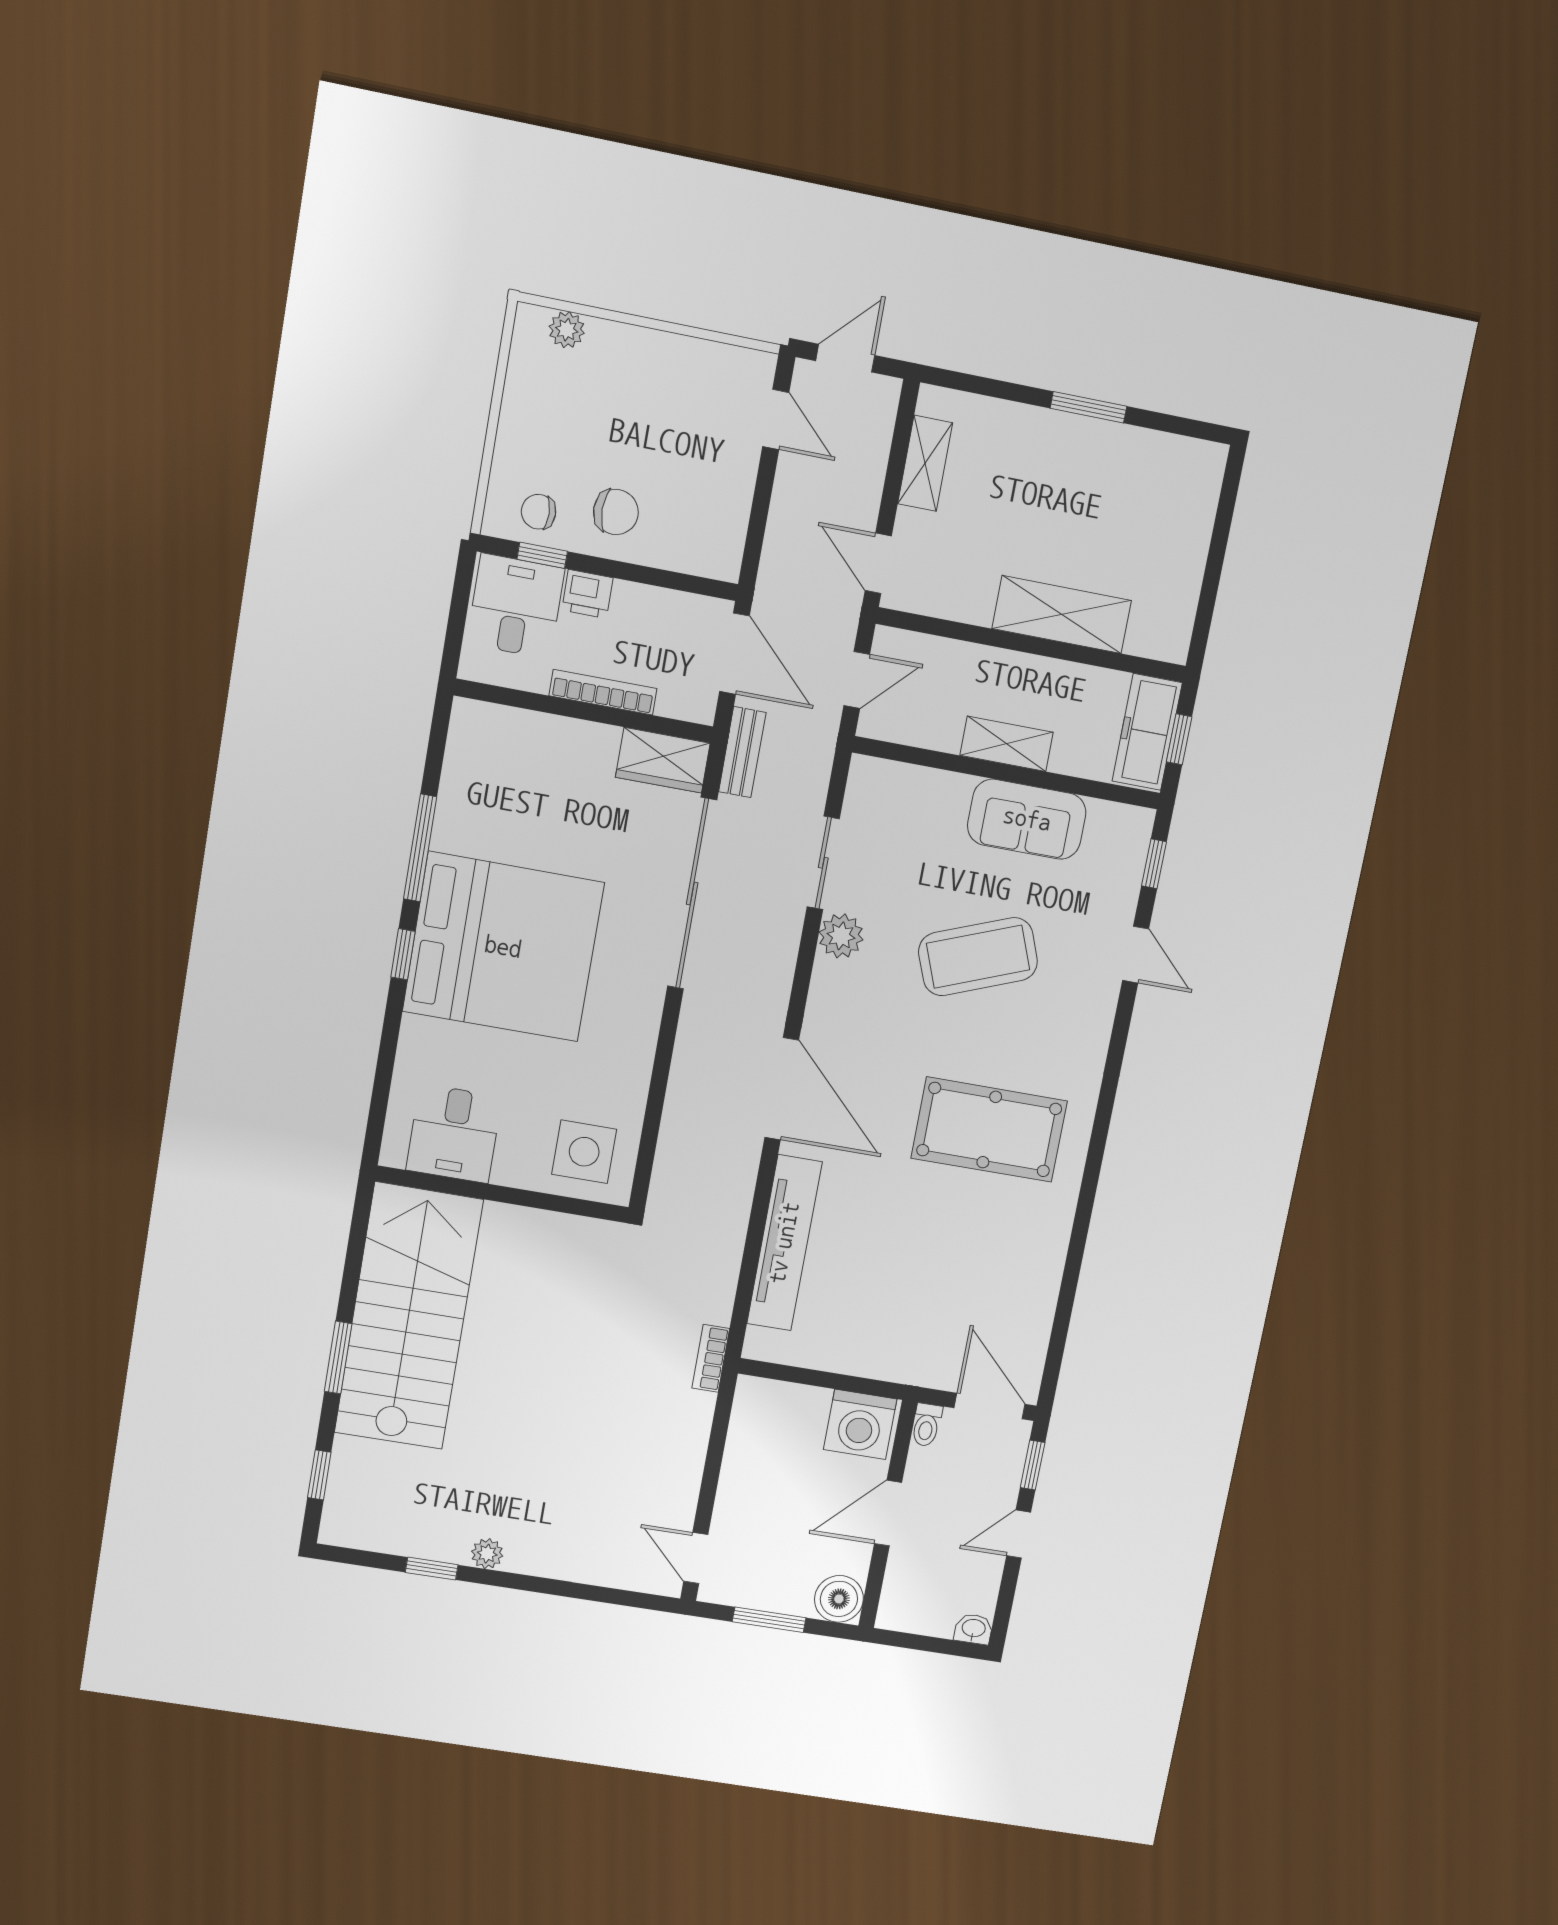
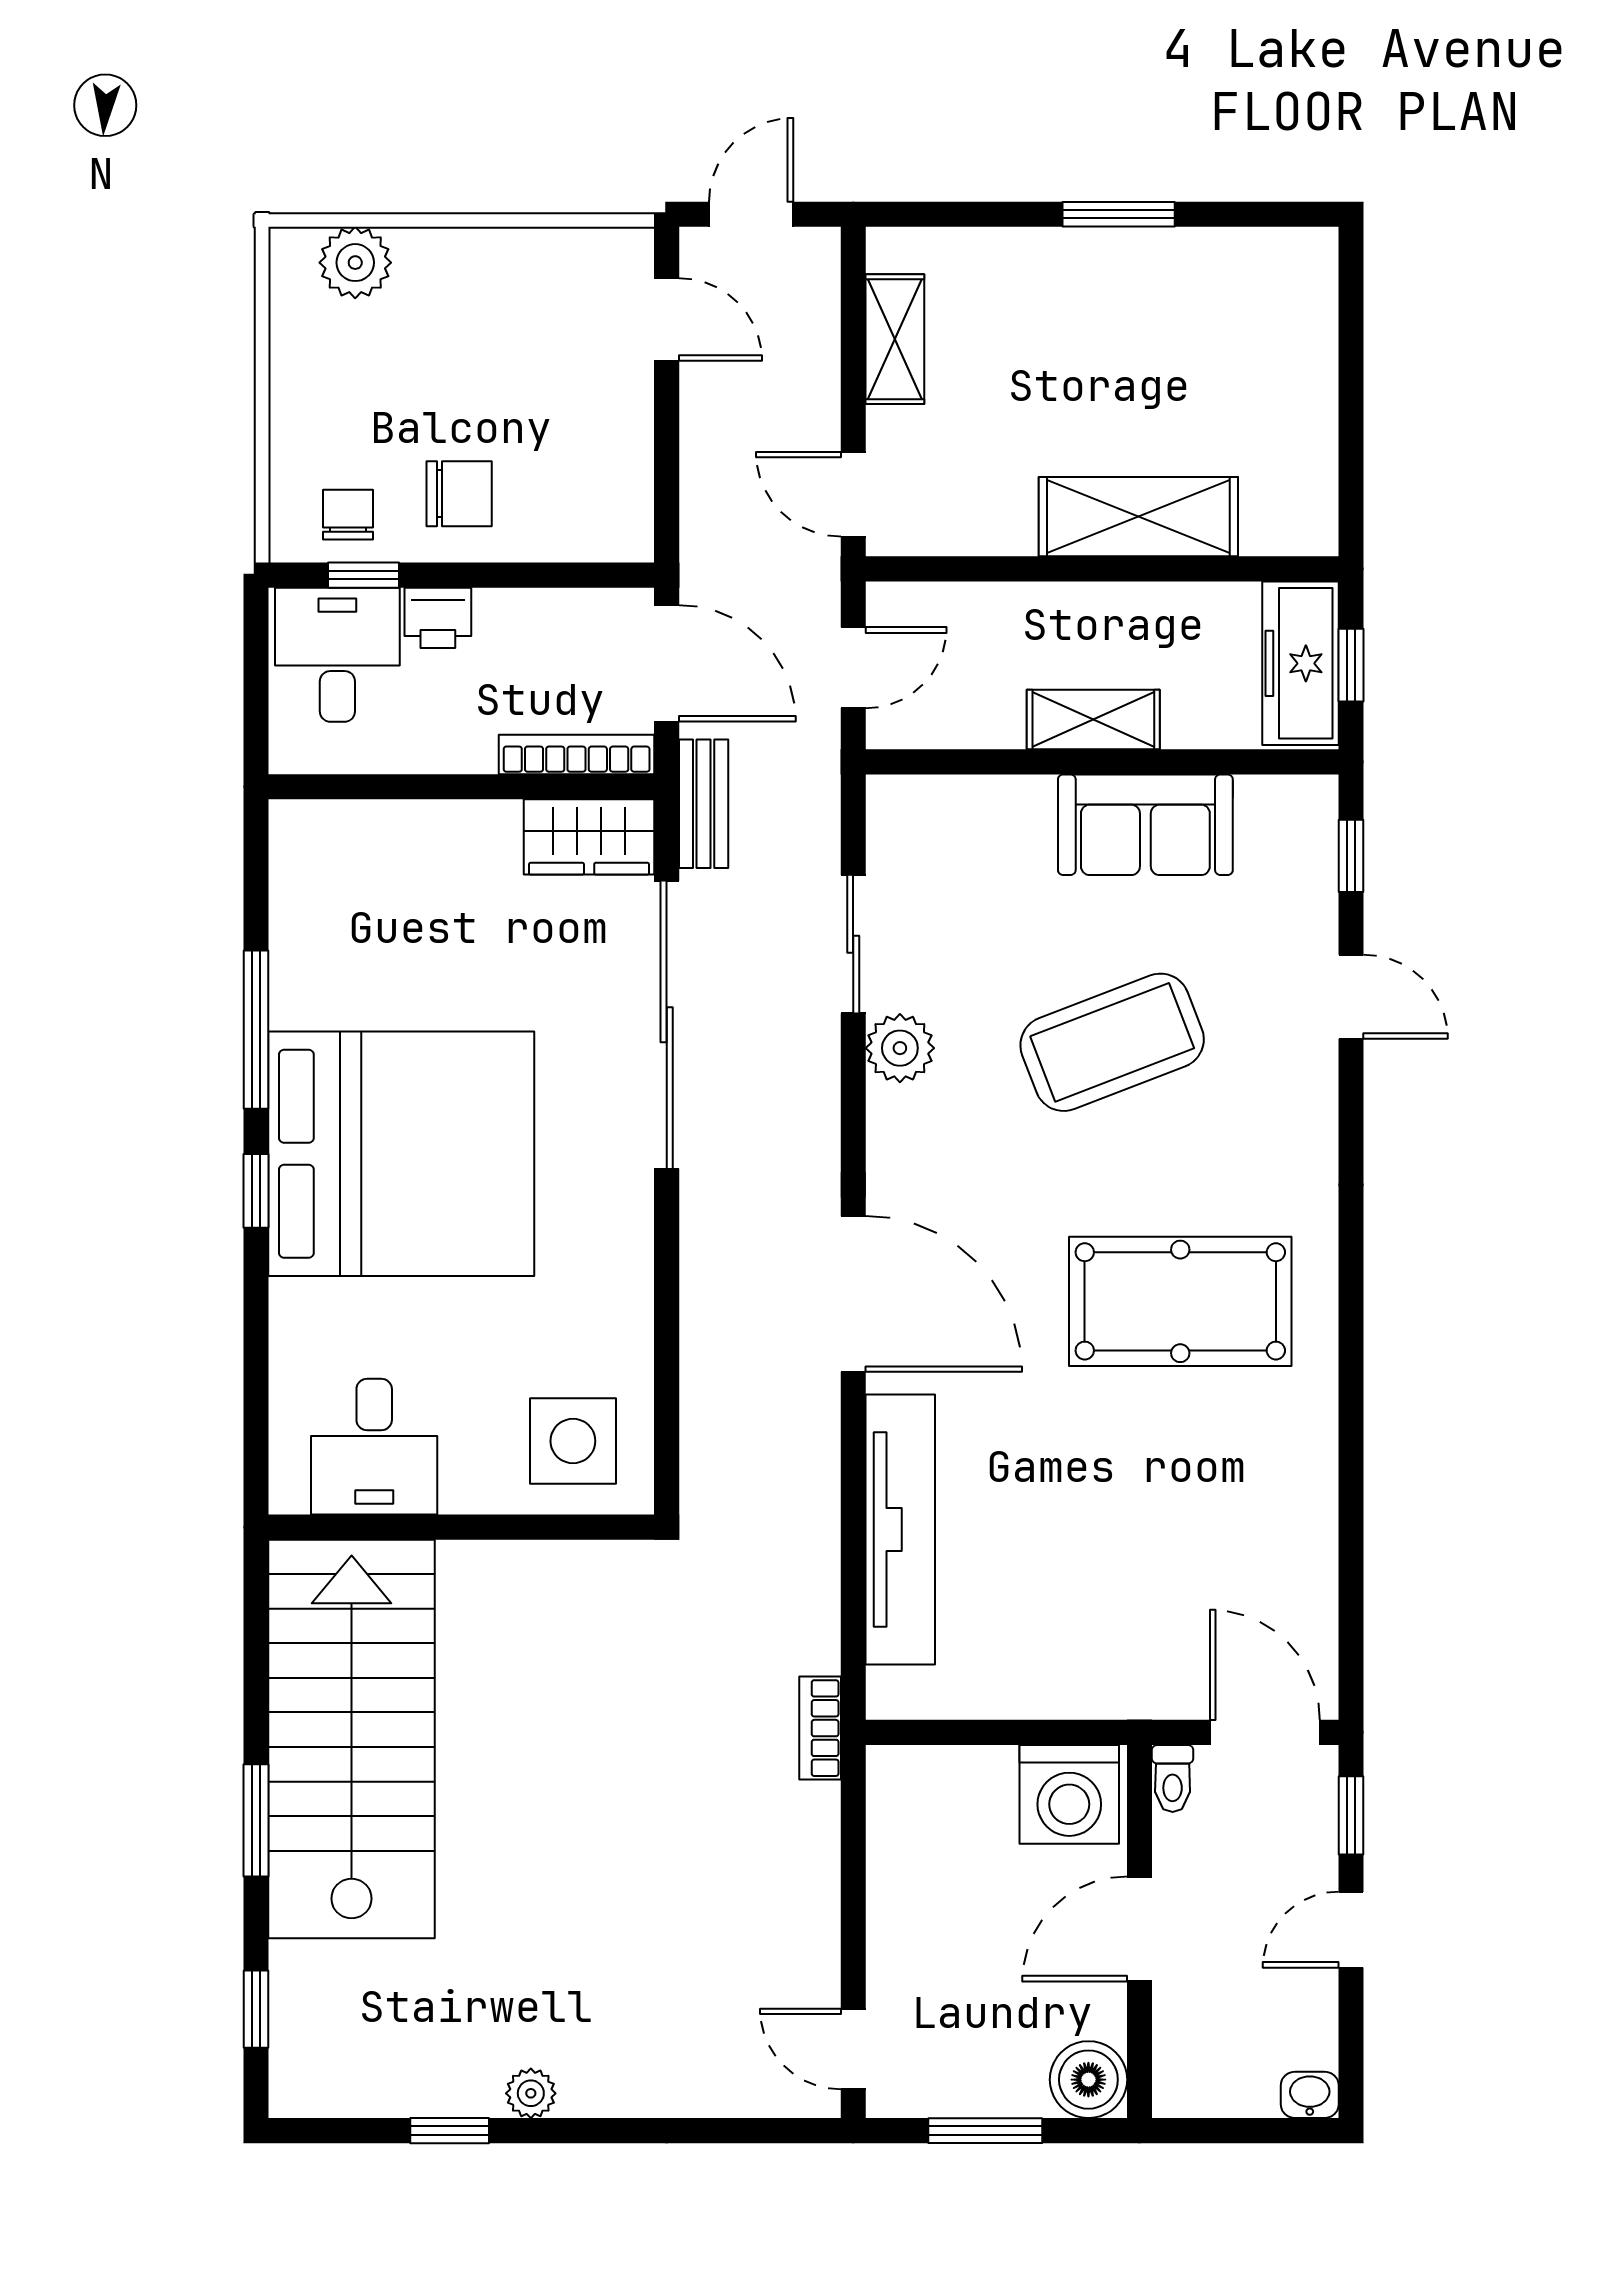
plant: (567, 330) -> (355, 263), width x1.38, depth x1.38
chair: (539, 512) -> (348, 515), turned 91
bookcase: (603, 692) -> (577, 754), moved

